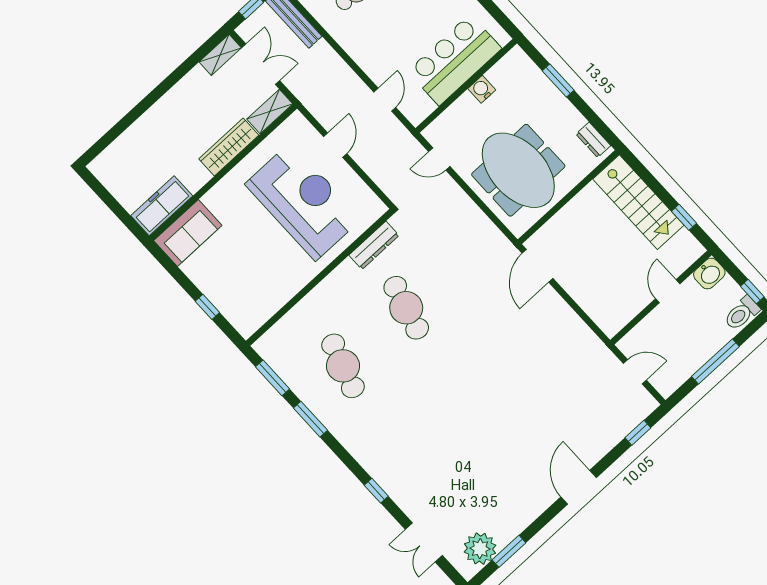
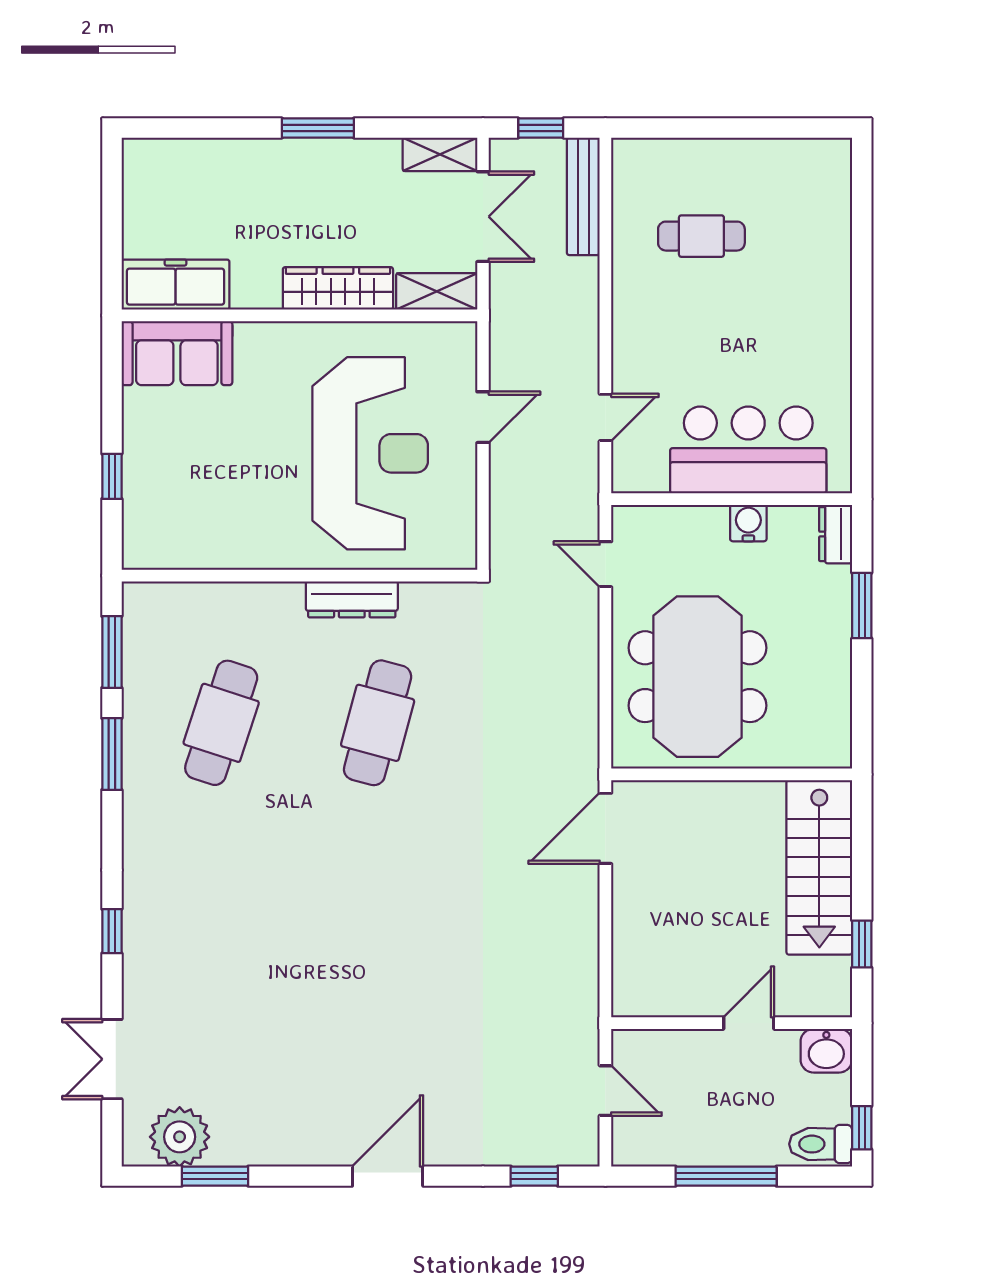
window: (161, 90) -> (318, 128), added
dresser: (593, 140) -> (836, 534), moved
dresser: (374, 245) -> (352, 599), moved

